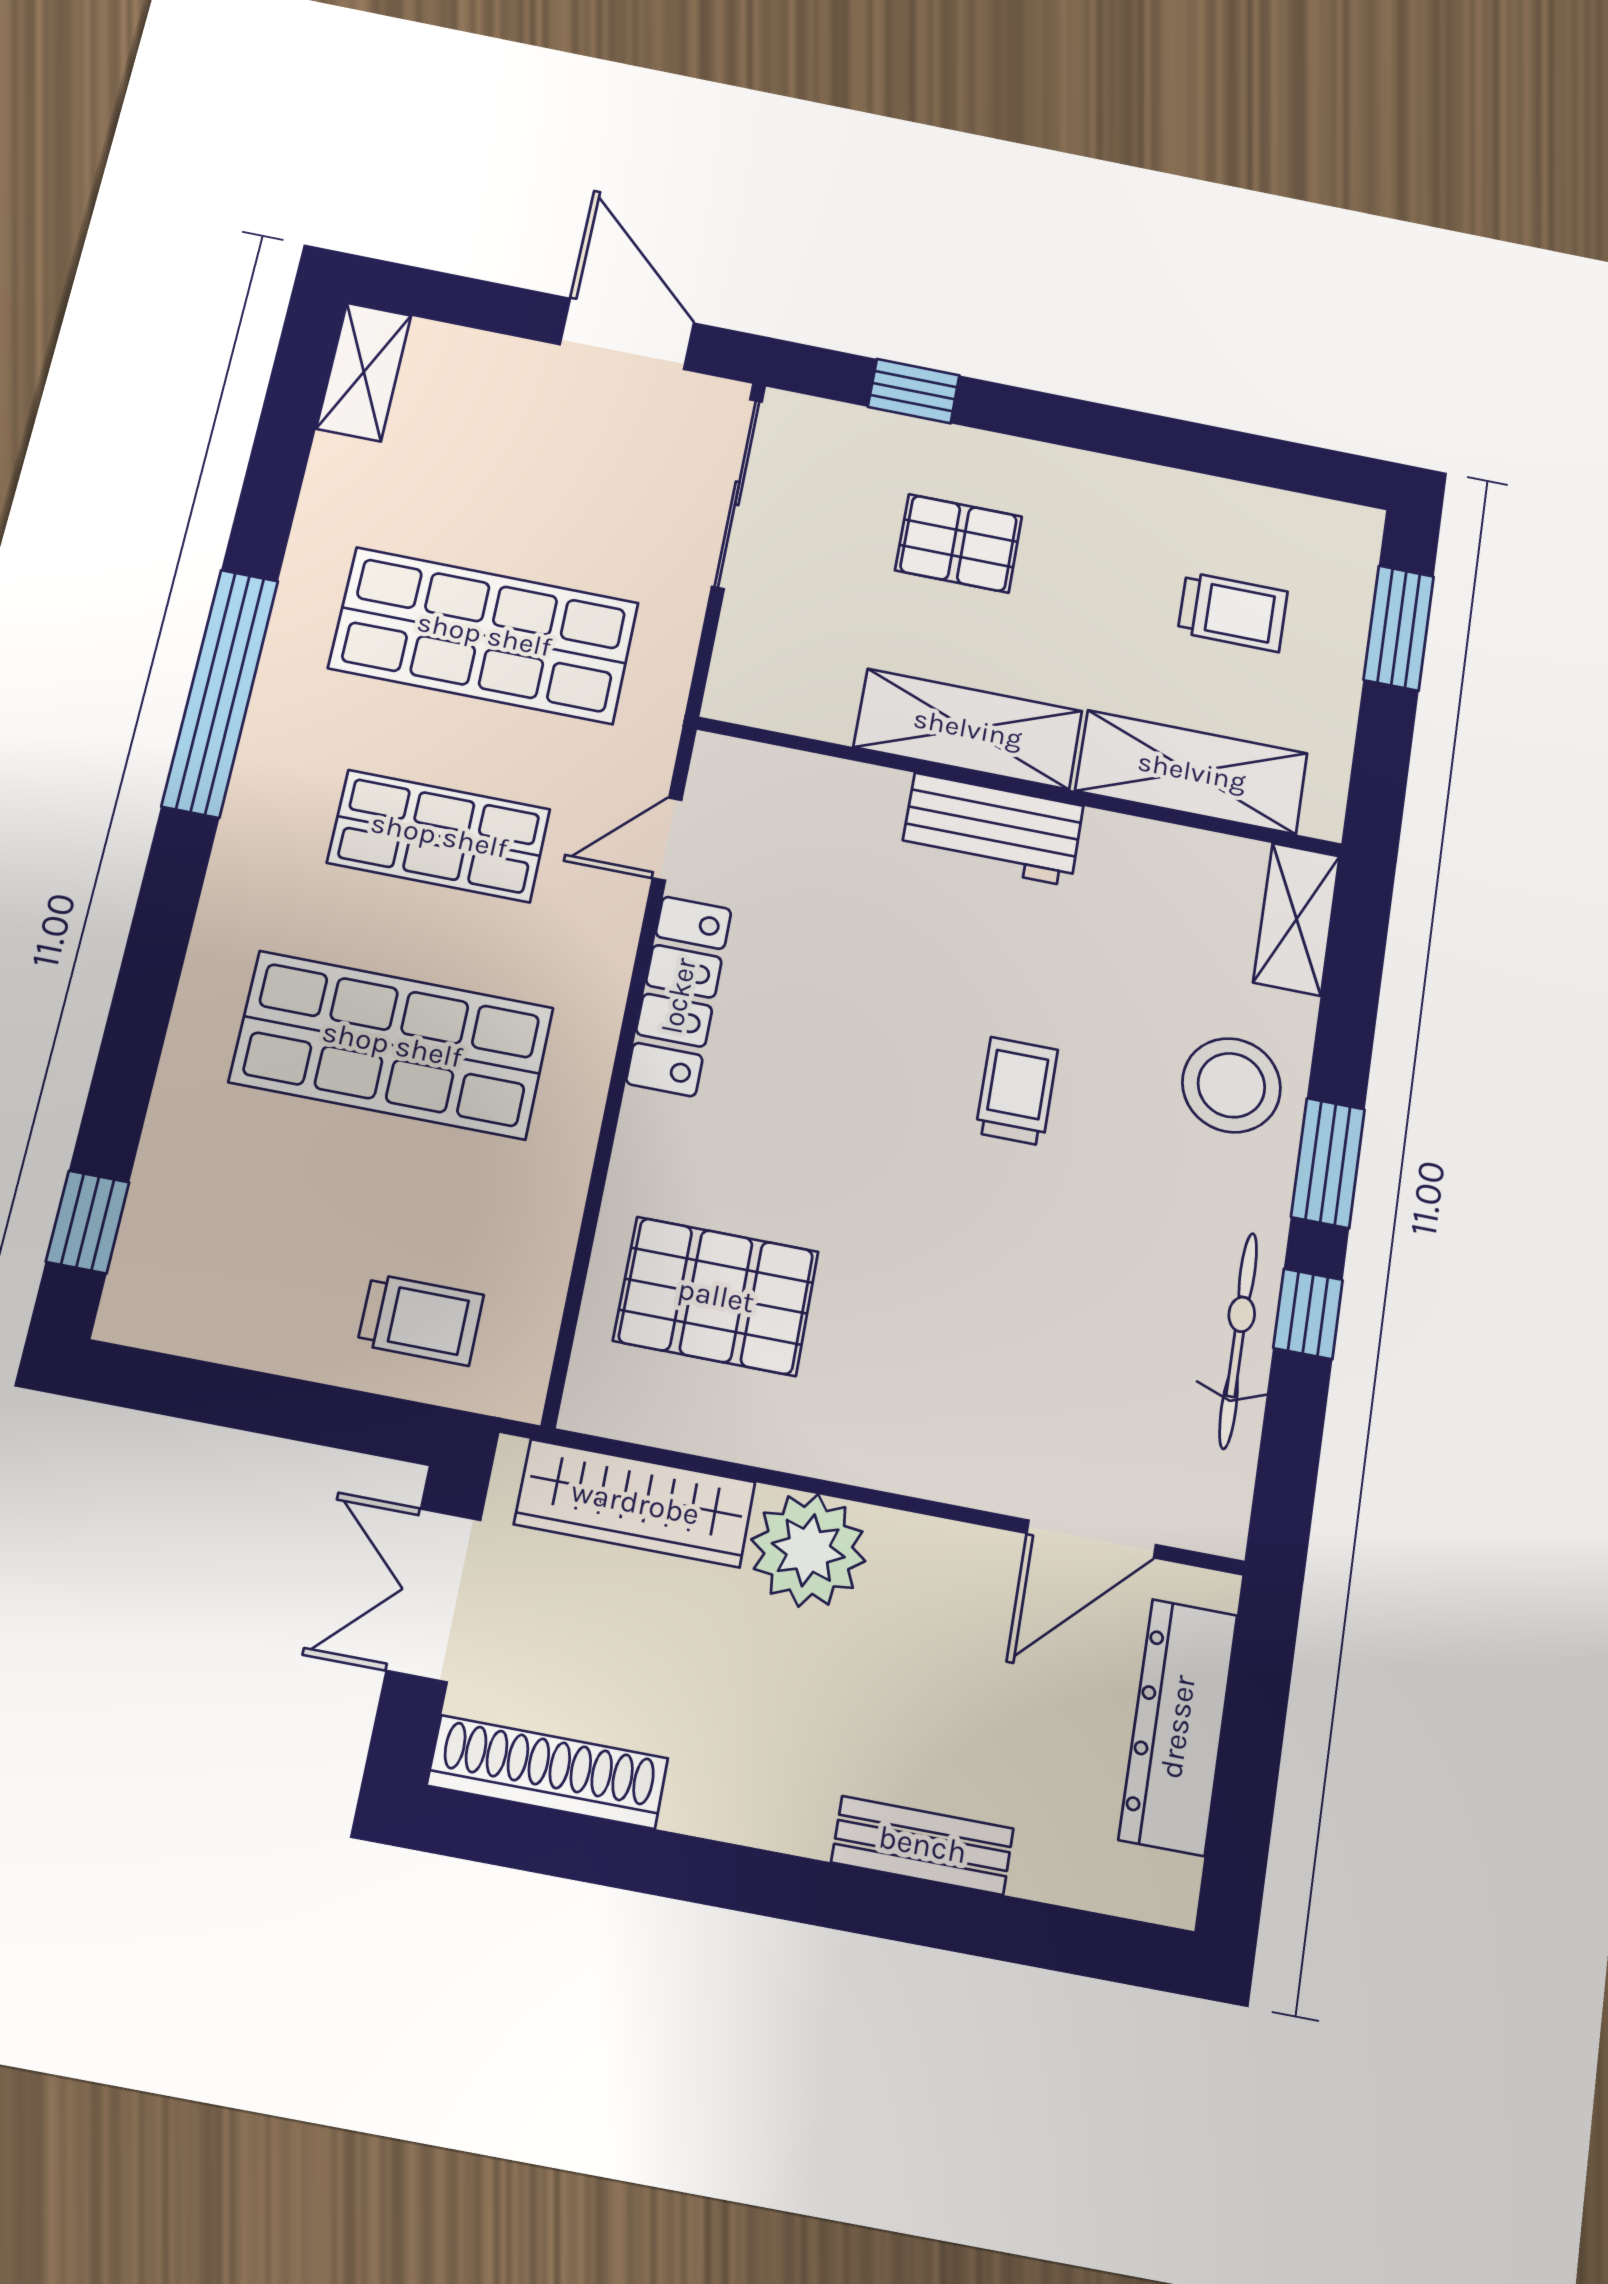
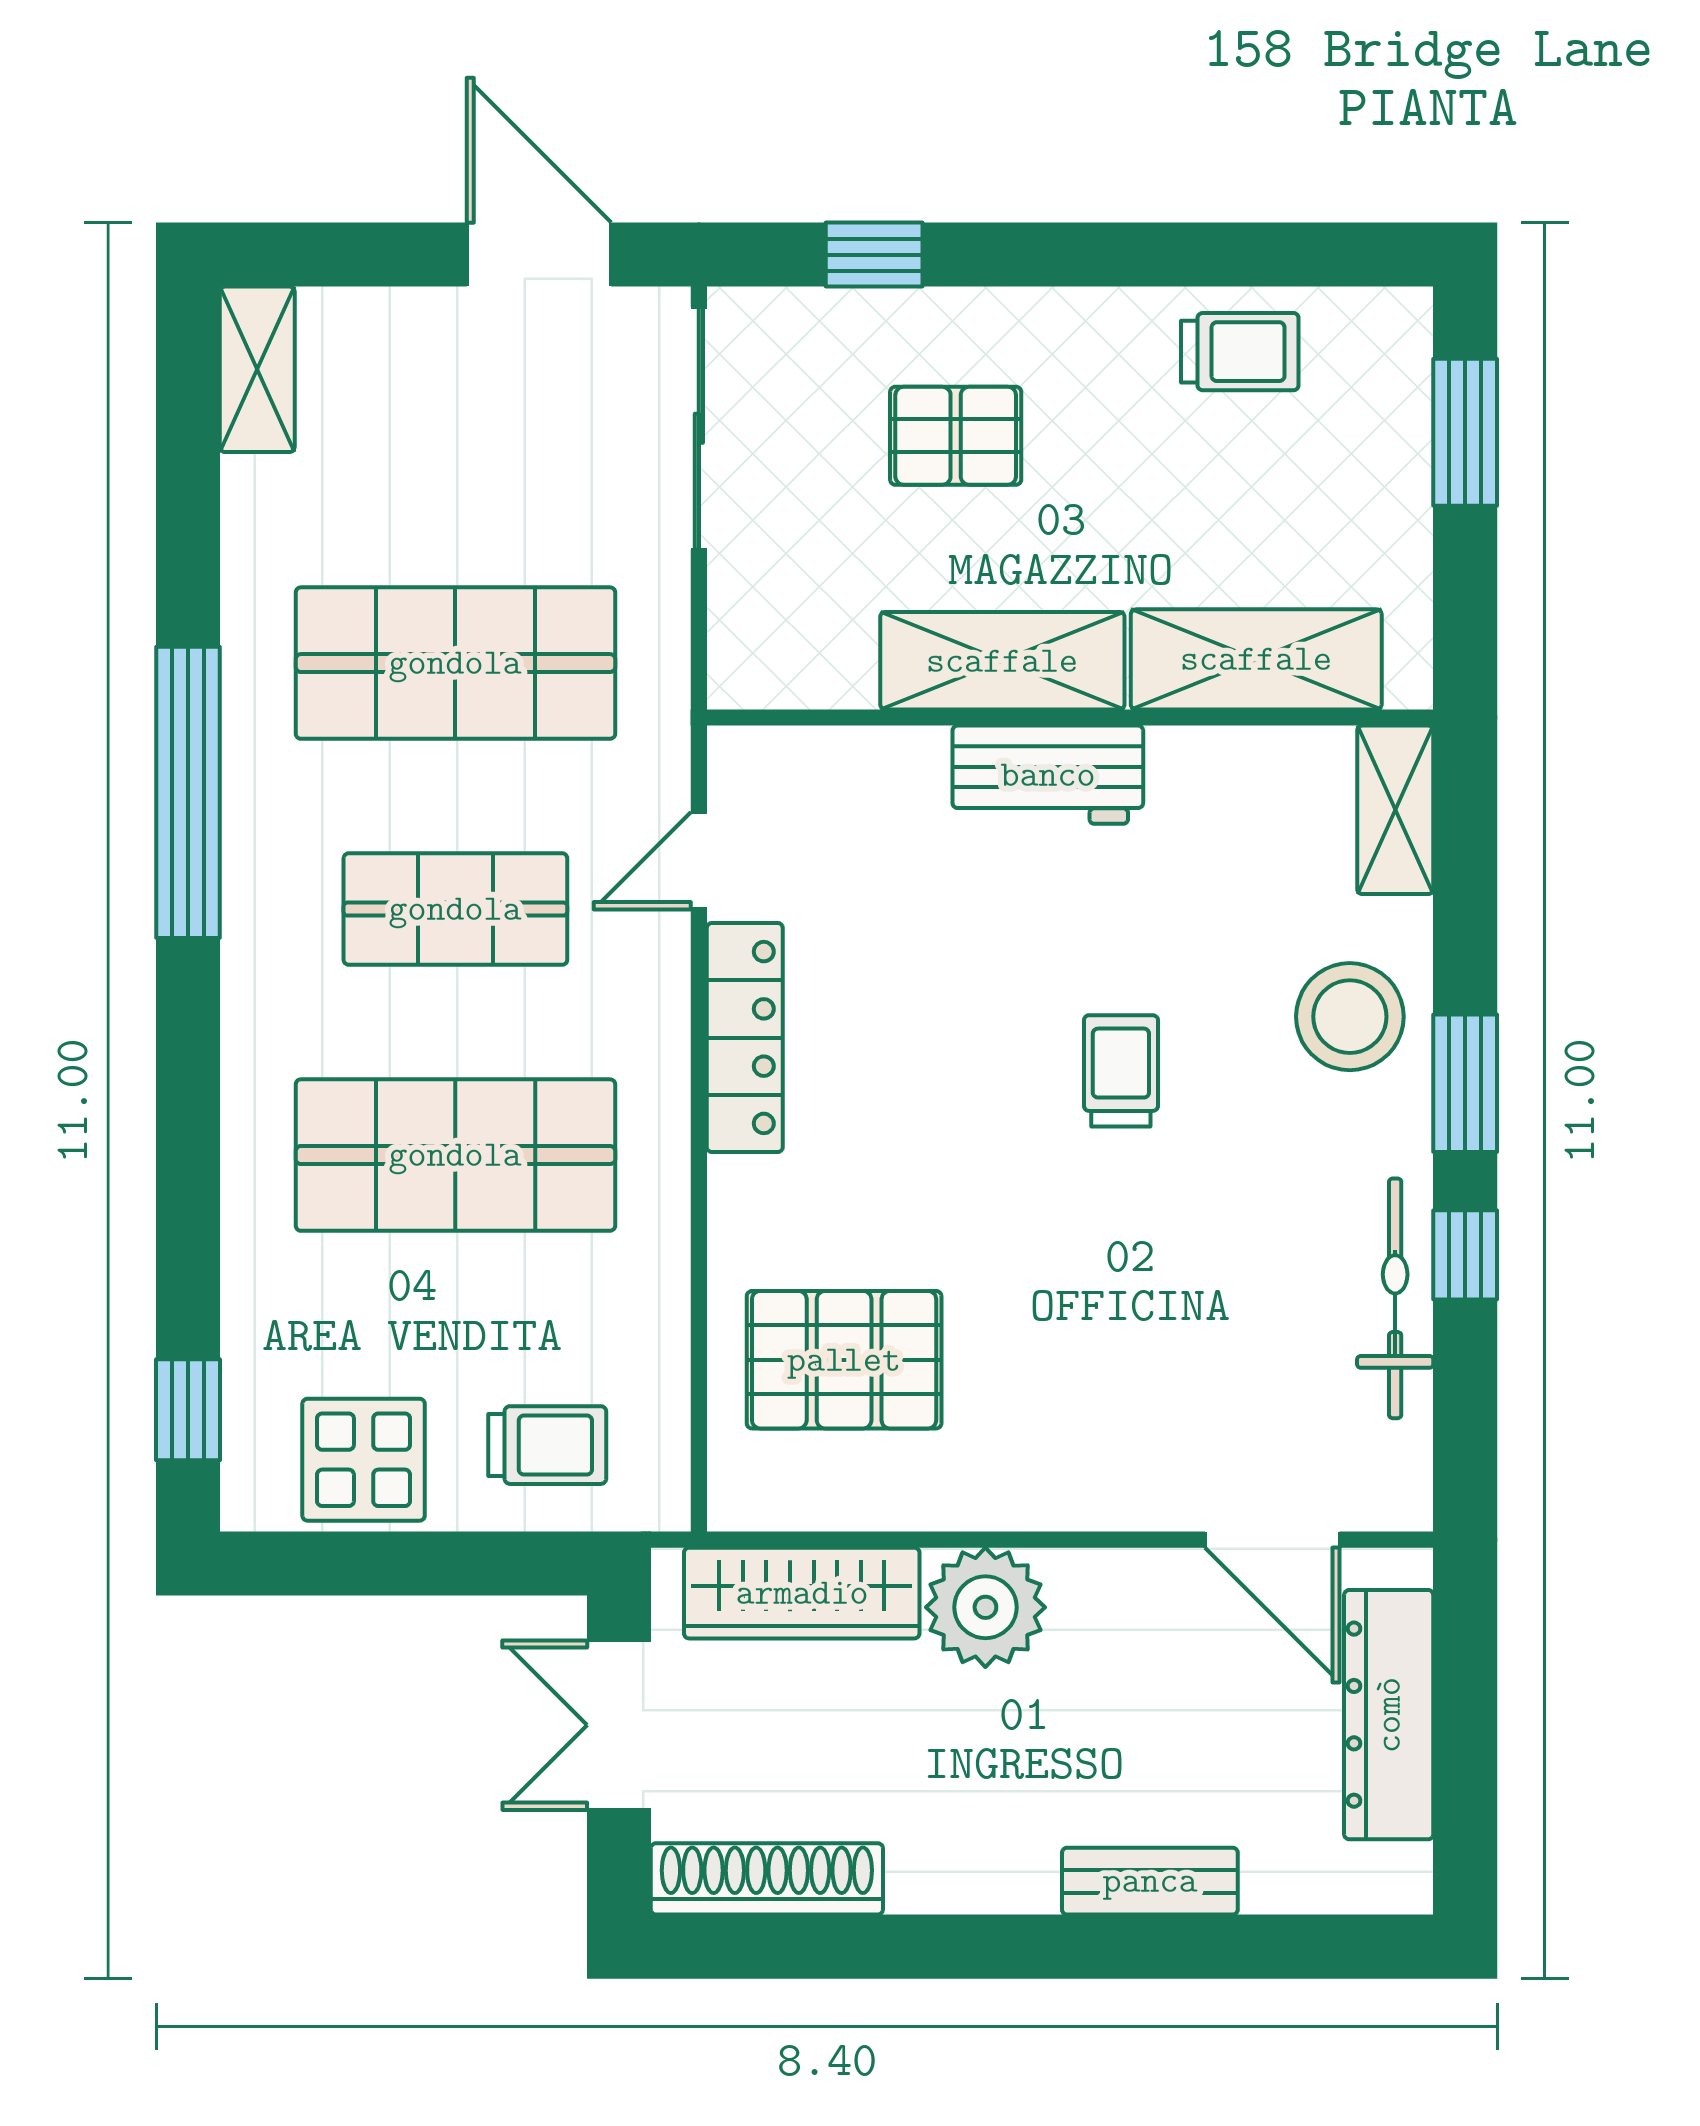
trolley: (1233, 612) -> (1240, 352), moved
display table: (243, 1299) -> (364, 1460), added
door: (1091, 1539) -> (1272, 1540), hinge flipped

